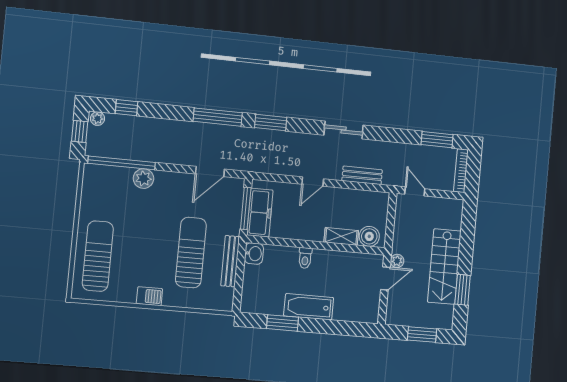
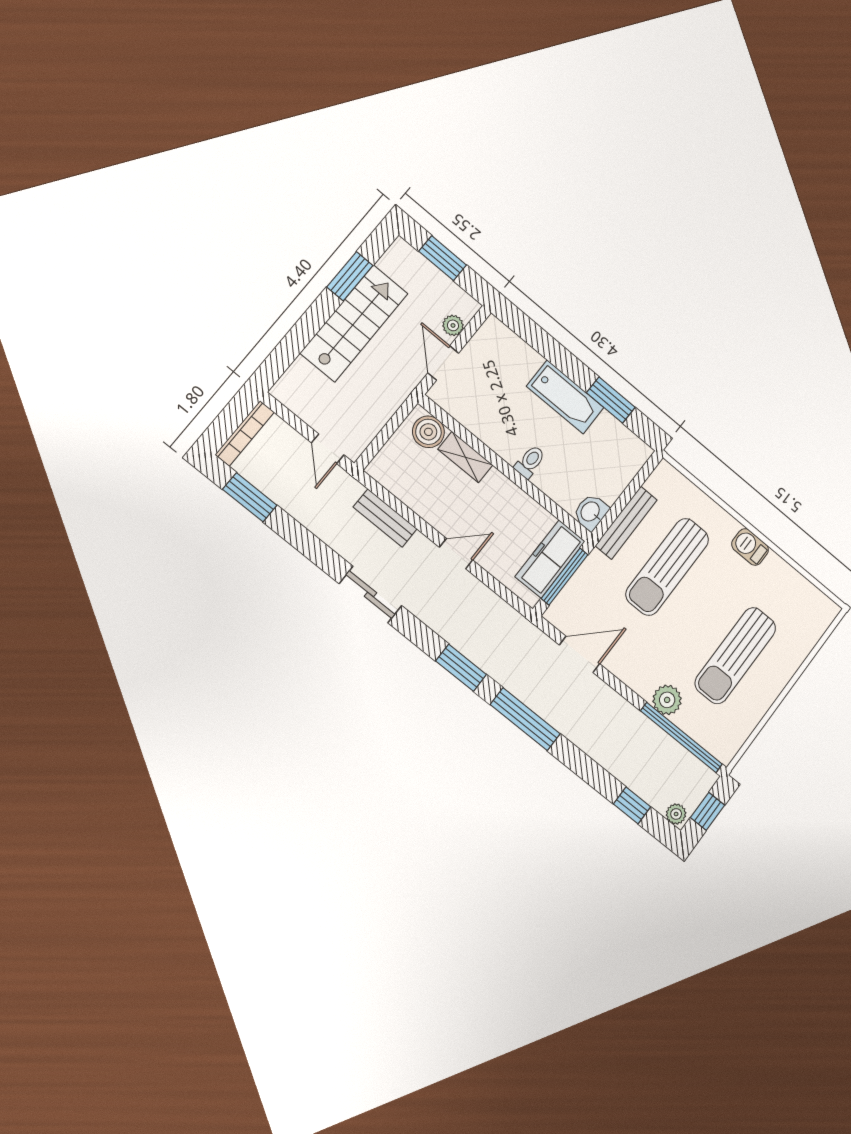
sun lounger: (98, 256) -> (735, 655), moved
plant: (397, 261) -> (453, 325), moved
door: (385, 278) -> (443, 363), hinge flipped

